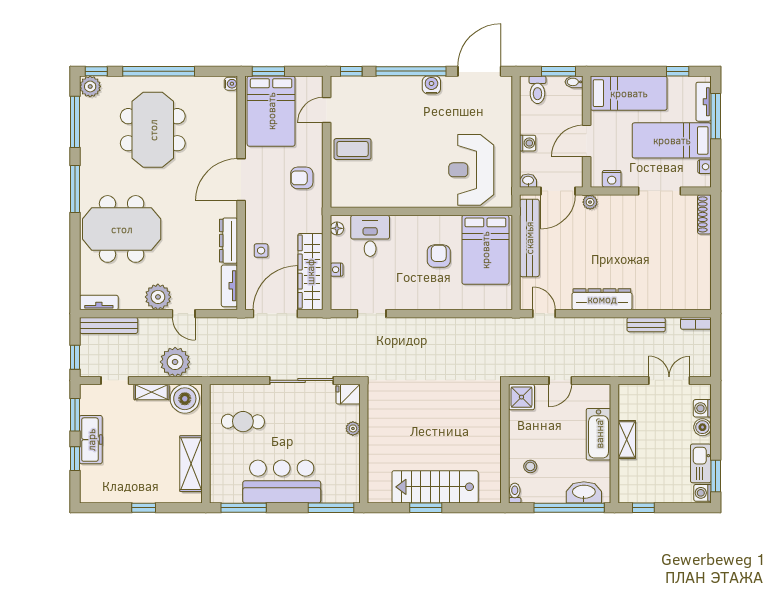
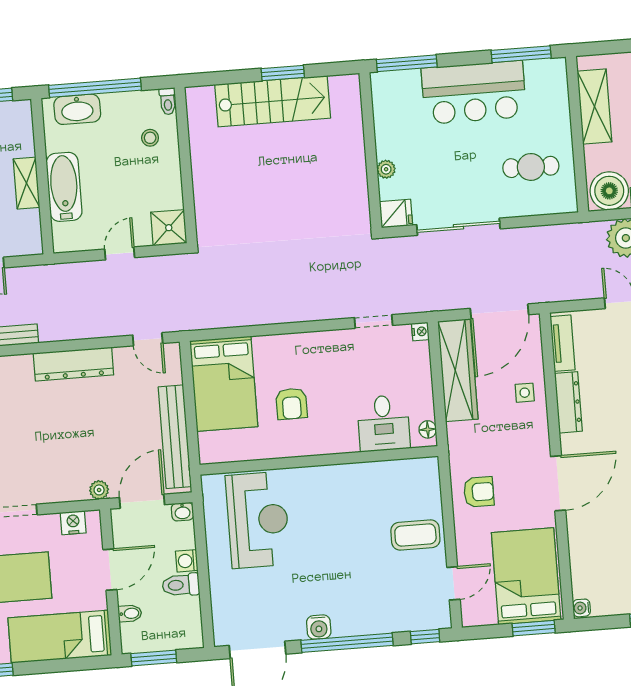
bidet: (574, 82) -> (130, 613), moved
toilet: (537, 90) -> (181, 585), moved, turned -90
bed: (485, 250) -> (224, 384), moved, turned 180
nightstand: (337, 270) -> (420, 332), moved

